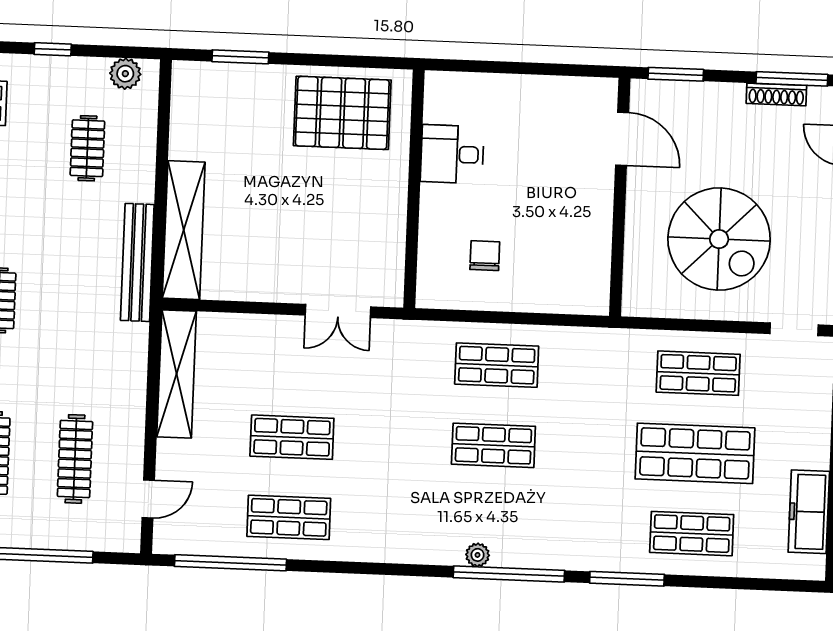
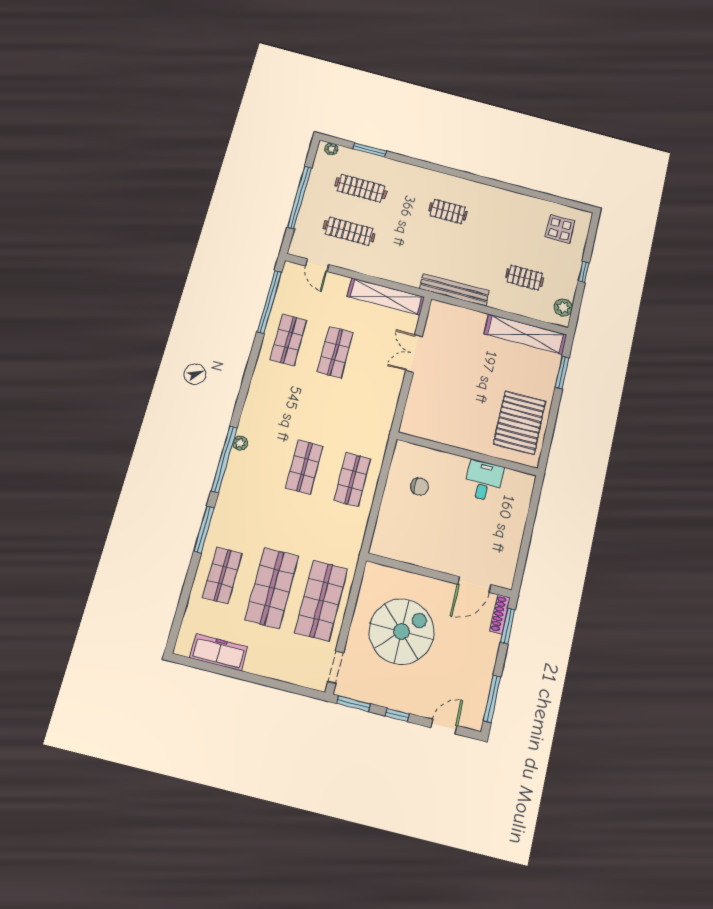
shoe rack: (776, 94) -> (500, 614), moved
shelving: (184, 230) -> (526, 334), moved
spiral stairs: (719, 239) -> (402, 631), turned 180
double door: (338, 311) -> (414, 353), moved
shop shelf: (698, 373) -> (321, 601), width x1.43, depth x1.36

